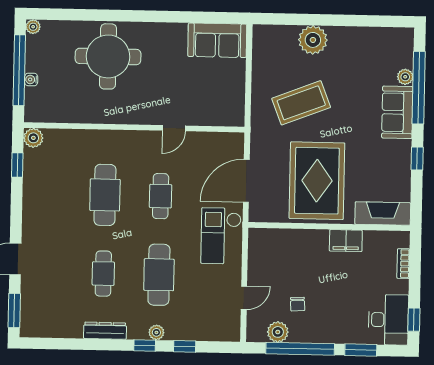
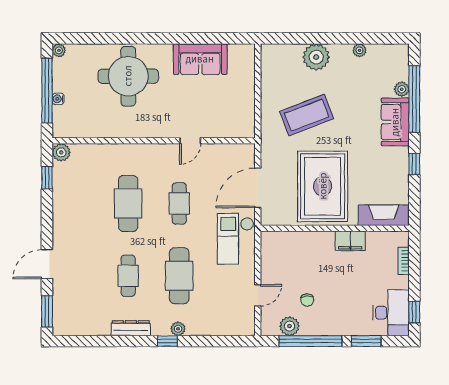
plant: (360, 34) -> (359, 50), added
sofa: (217, 40) -> (200, 59), moved
window: (185, 346) -> (204, 341), removed

